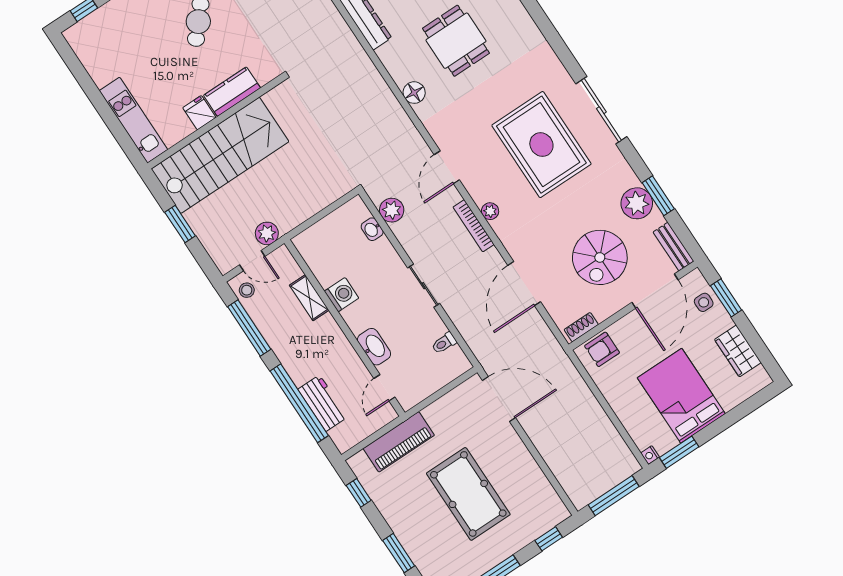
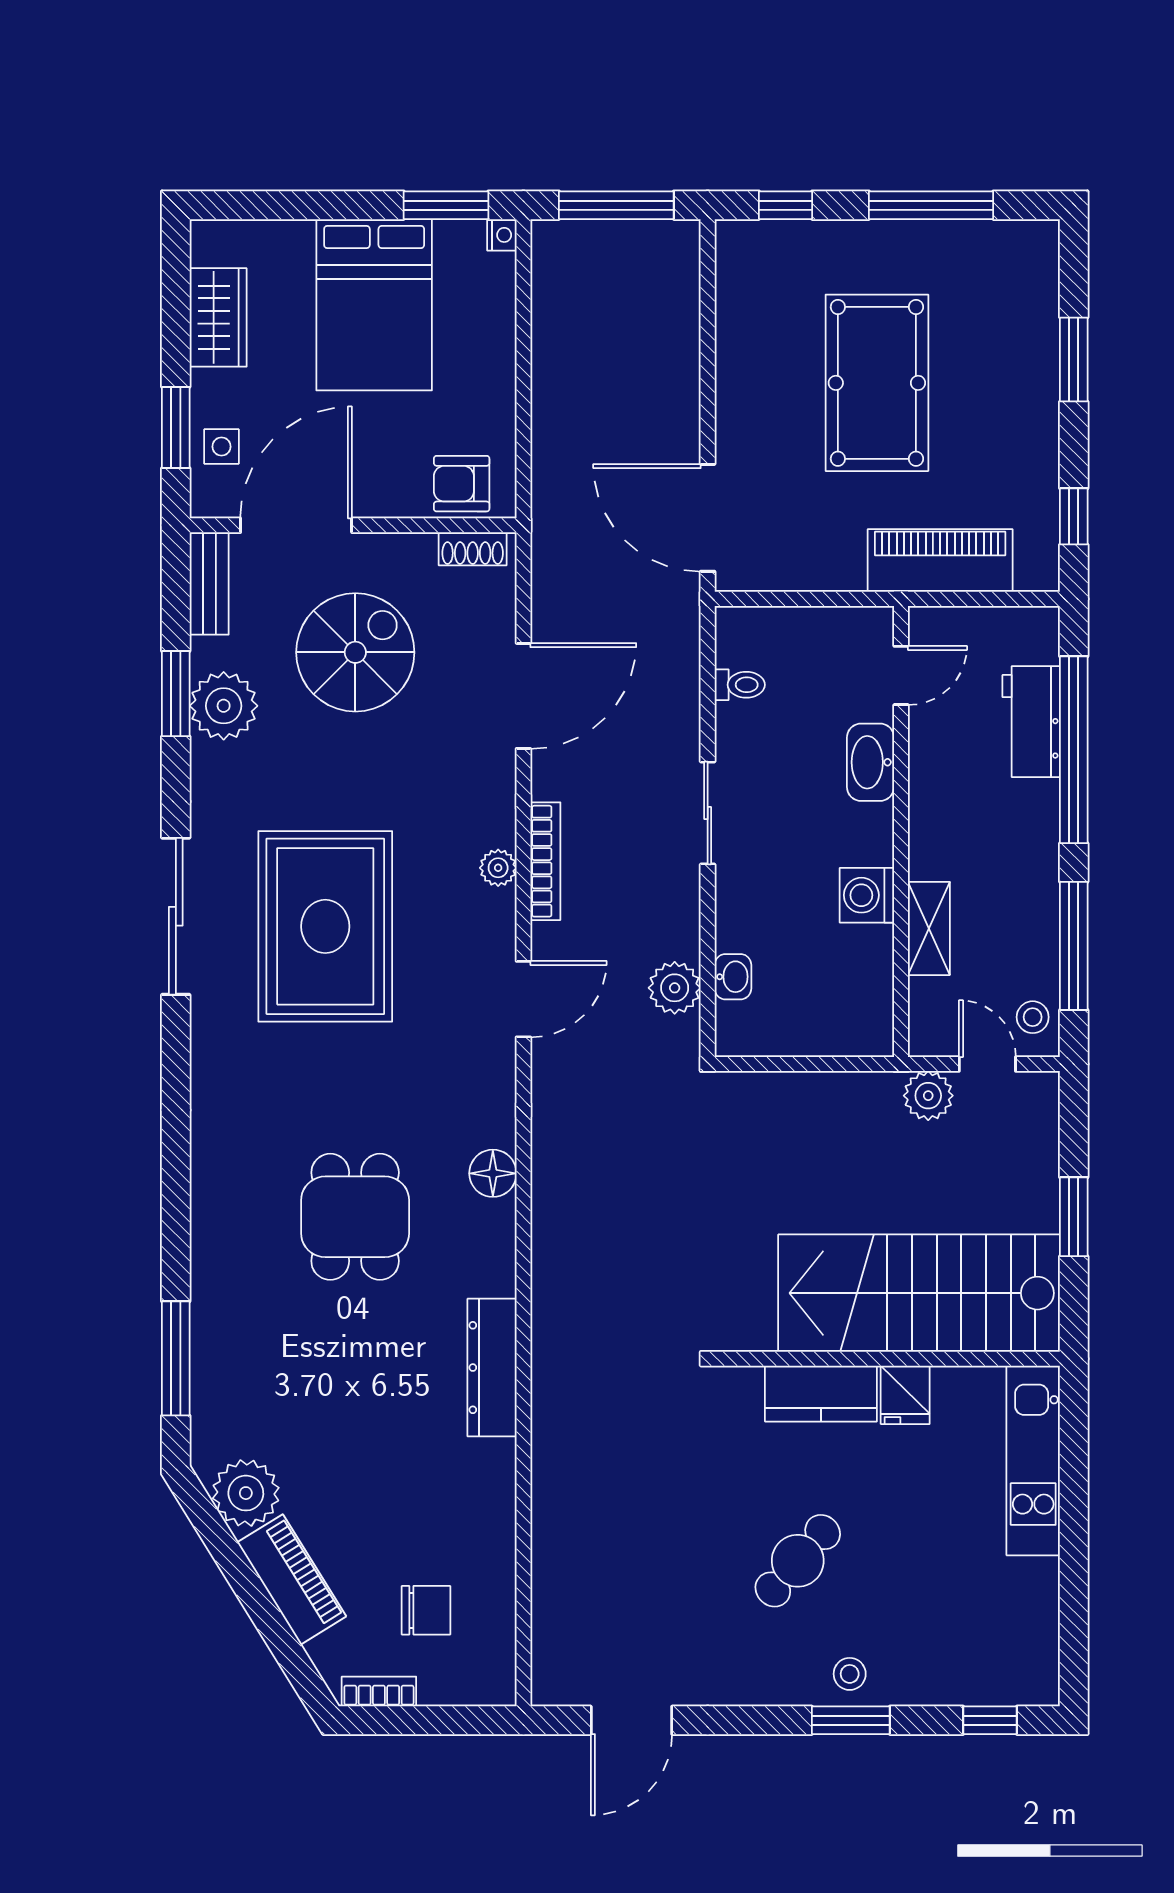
armchair: (602, 349) -> (462, 484), turned 180

